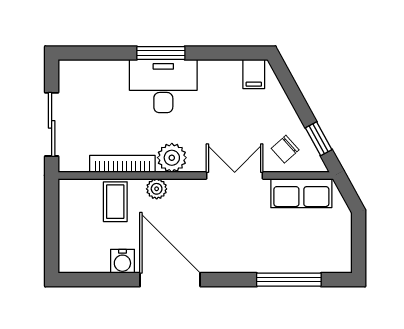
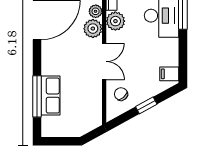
window: (319, 139) -> (146, 105), moved
plant: (183, 193) -> (93, 29), added
row of seats: (301, 193) -> (51, 96), moved, turned 180

